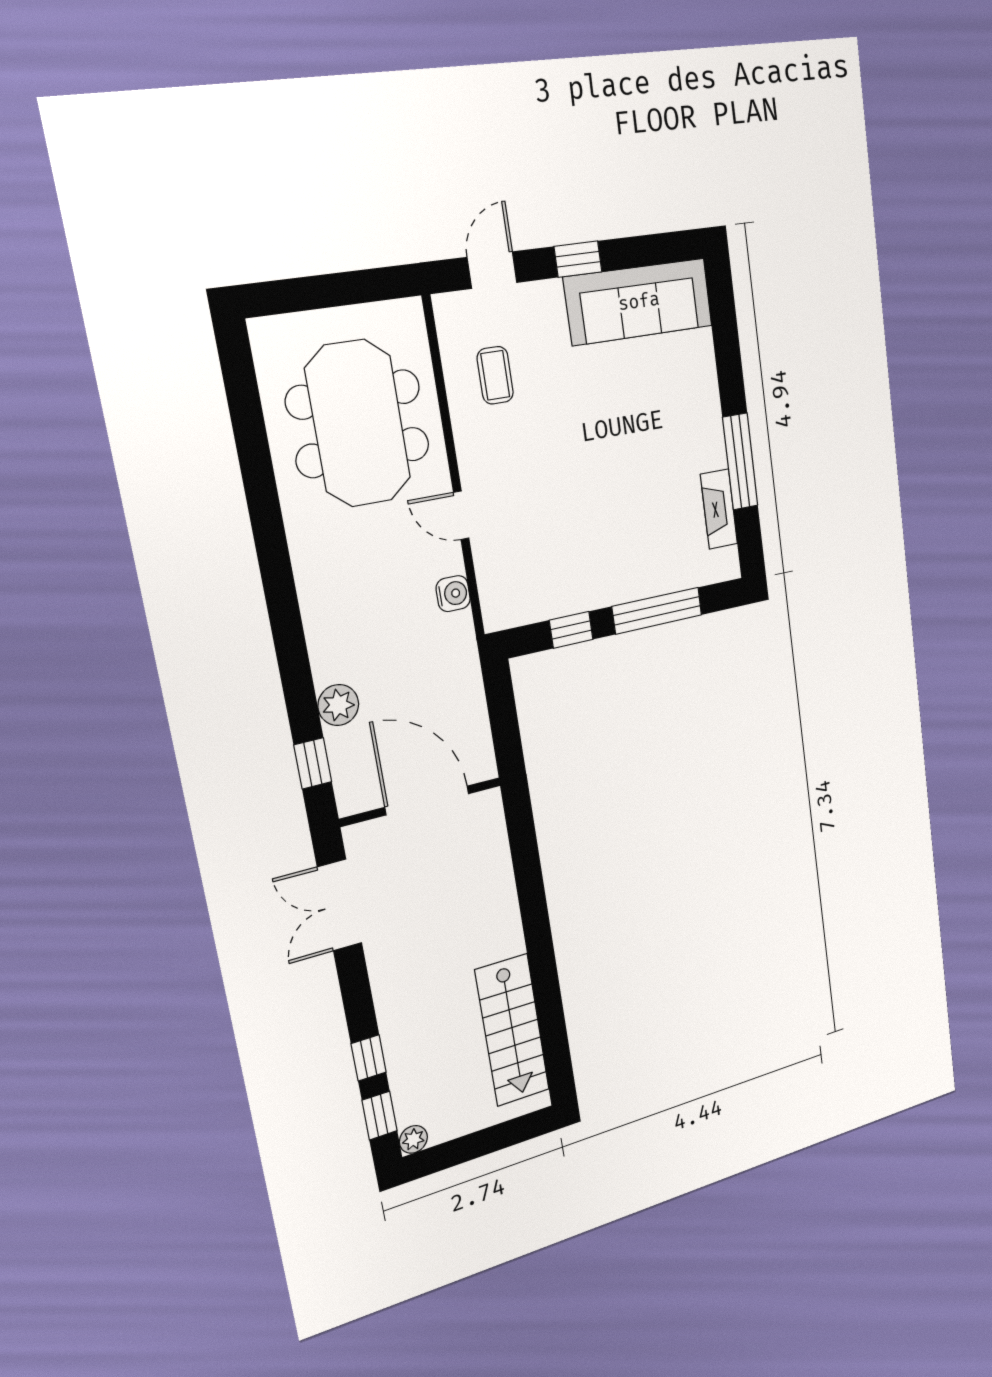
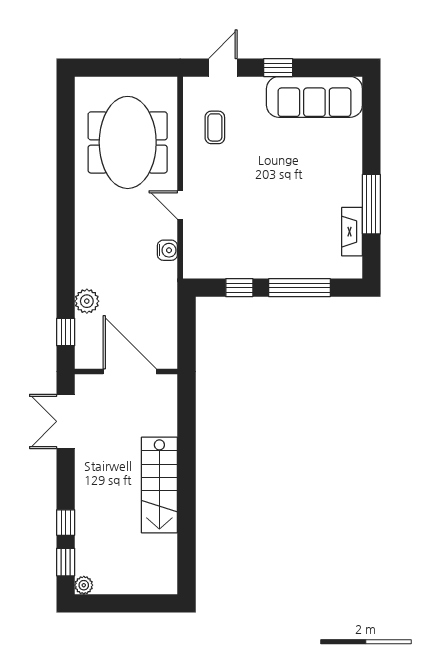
stairs: (512, 1030) -> (159, 485), moved

